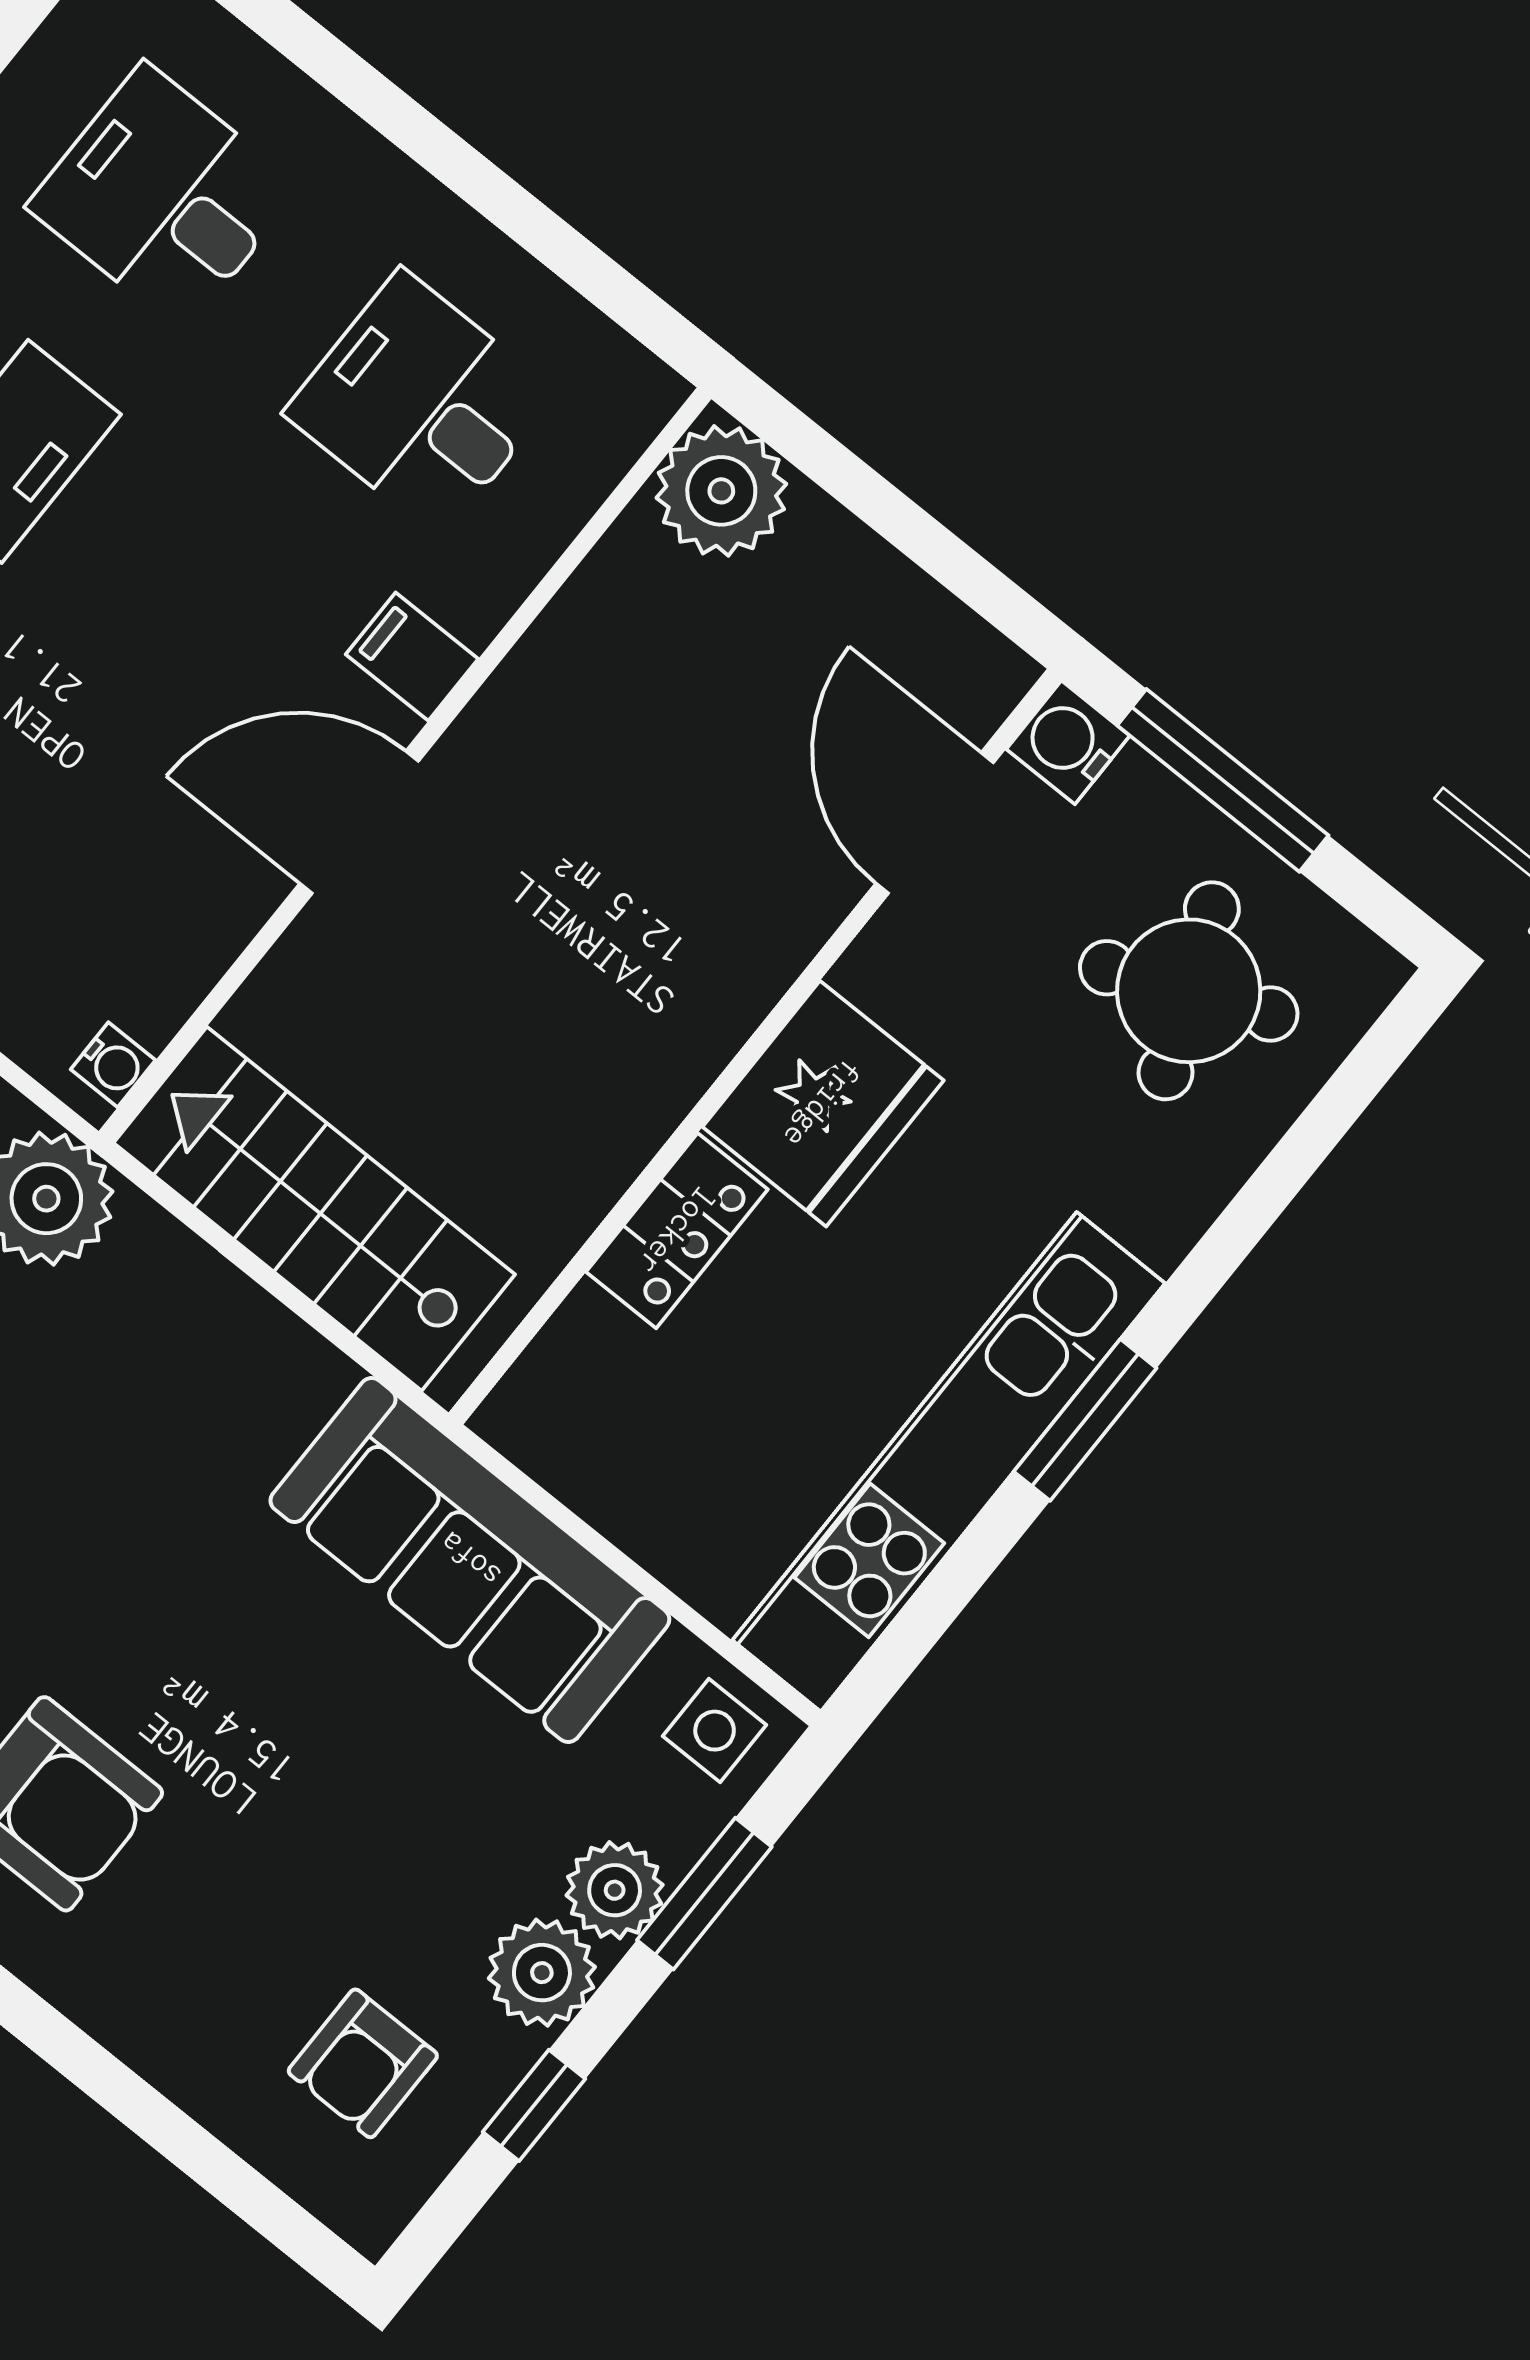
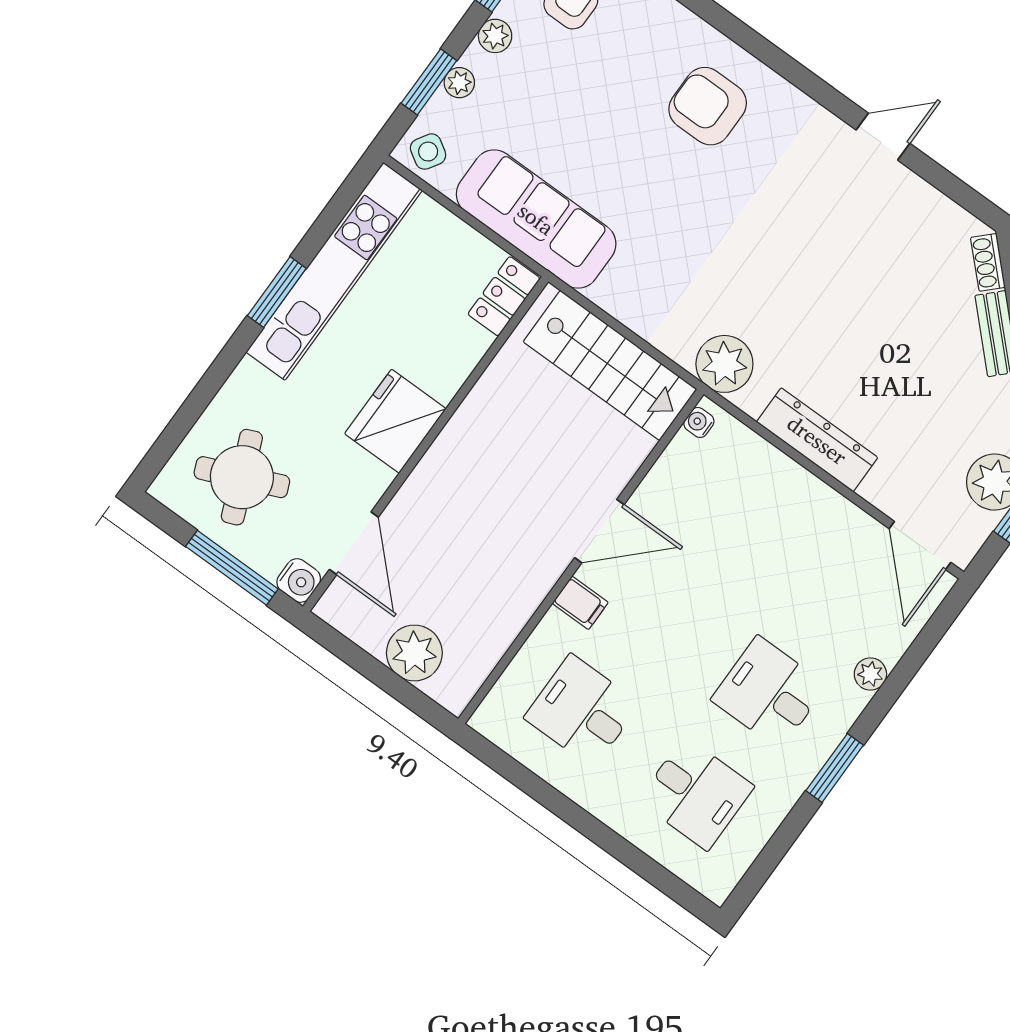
desk: (421, 404) -> (582, 711), turned 180
plant: (721, 491) -> (414, 653), moved
locker: (677, 1231) -> (504, 296), moved
side table: (715, 1731) -> (428, 152), turned 32
plant: (615, 1890) -> (459, 83), width x0.73, depth x0.73
plant: (542, 1973) -> (495, 36), width x0.73, depth x0.73

